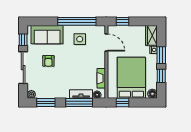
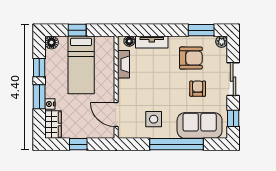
window: (77, 21) -> (176, 144), moved
window: (122, 21) -> (78, 144), moved
sliding door: (23, 68) -> (233, 79), width x0.73
bed: (131, 78) -> (81, 65), width x0.67
armchair: (53, 83) -> (191, 58), added
window: (79, 103) -> (154, 30), removed
window: (123, 103) -> (77, 30), moved

